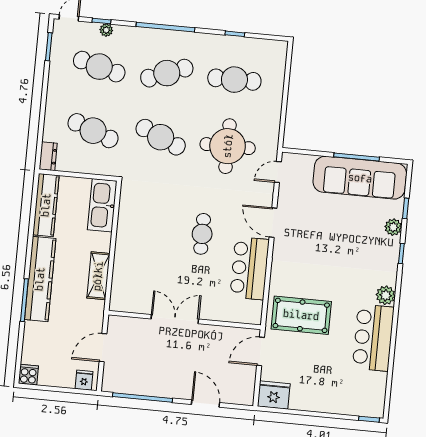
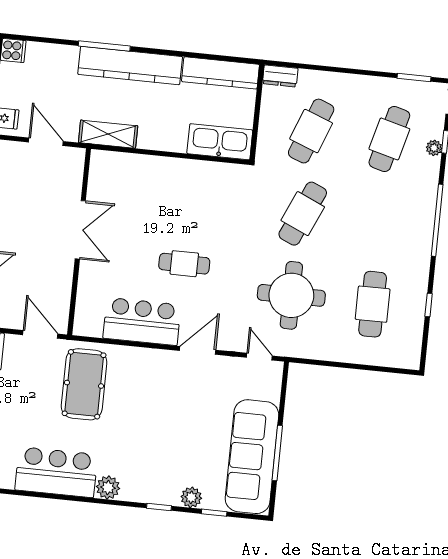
cafe table: (167, 73) -> (381, 222), removed
shelving: (98, 276) -> (108, 134), moved

